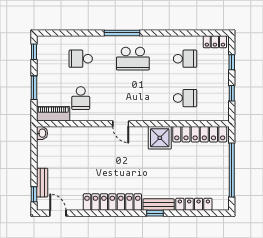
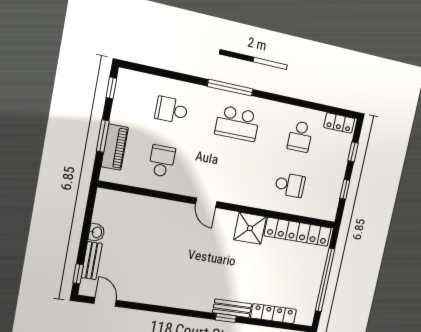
school desk: (185, 59) -> (300, 136), turned 90
school desk: (81, 98) -> (162, 161), turned 180
piano: (53, 114) -> (115, 147), moved, turned 90
washbasin: (42, 133) -> (97, 232), moved
locker: (112, 202) -> (177, 298), removed

